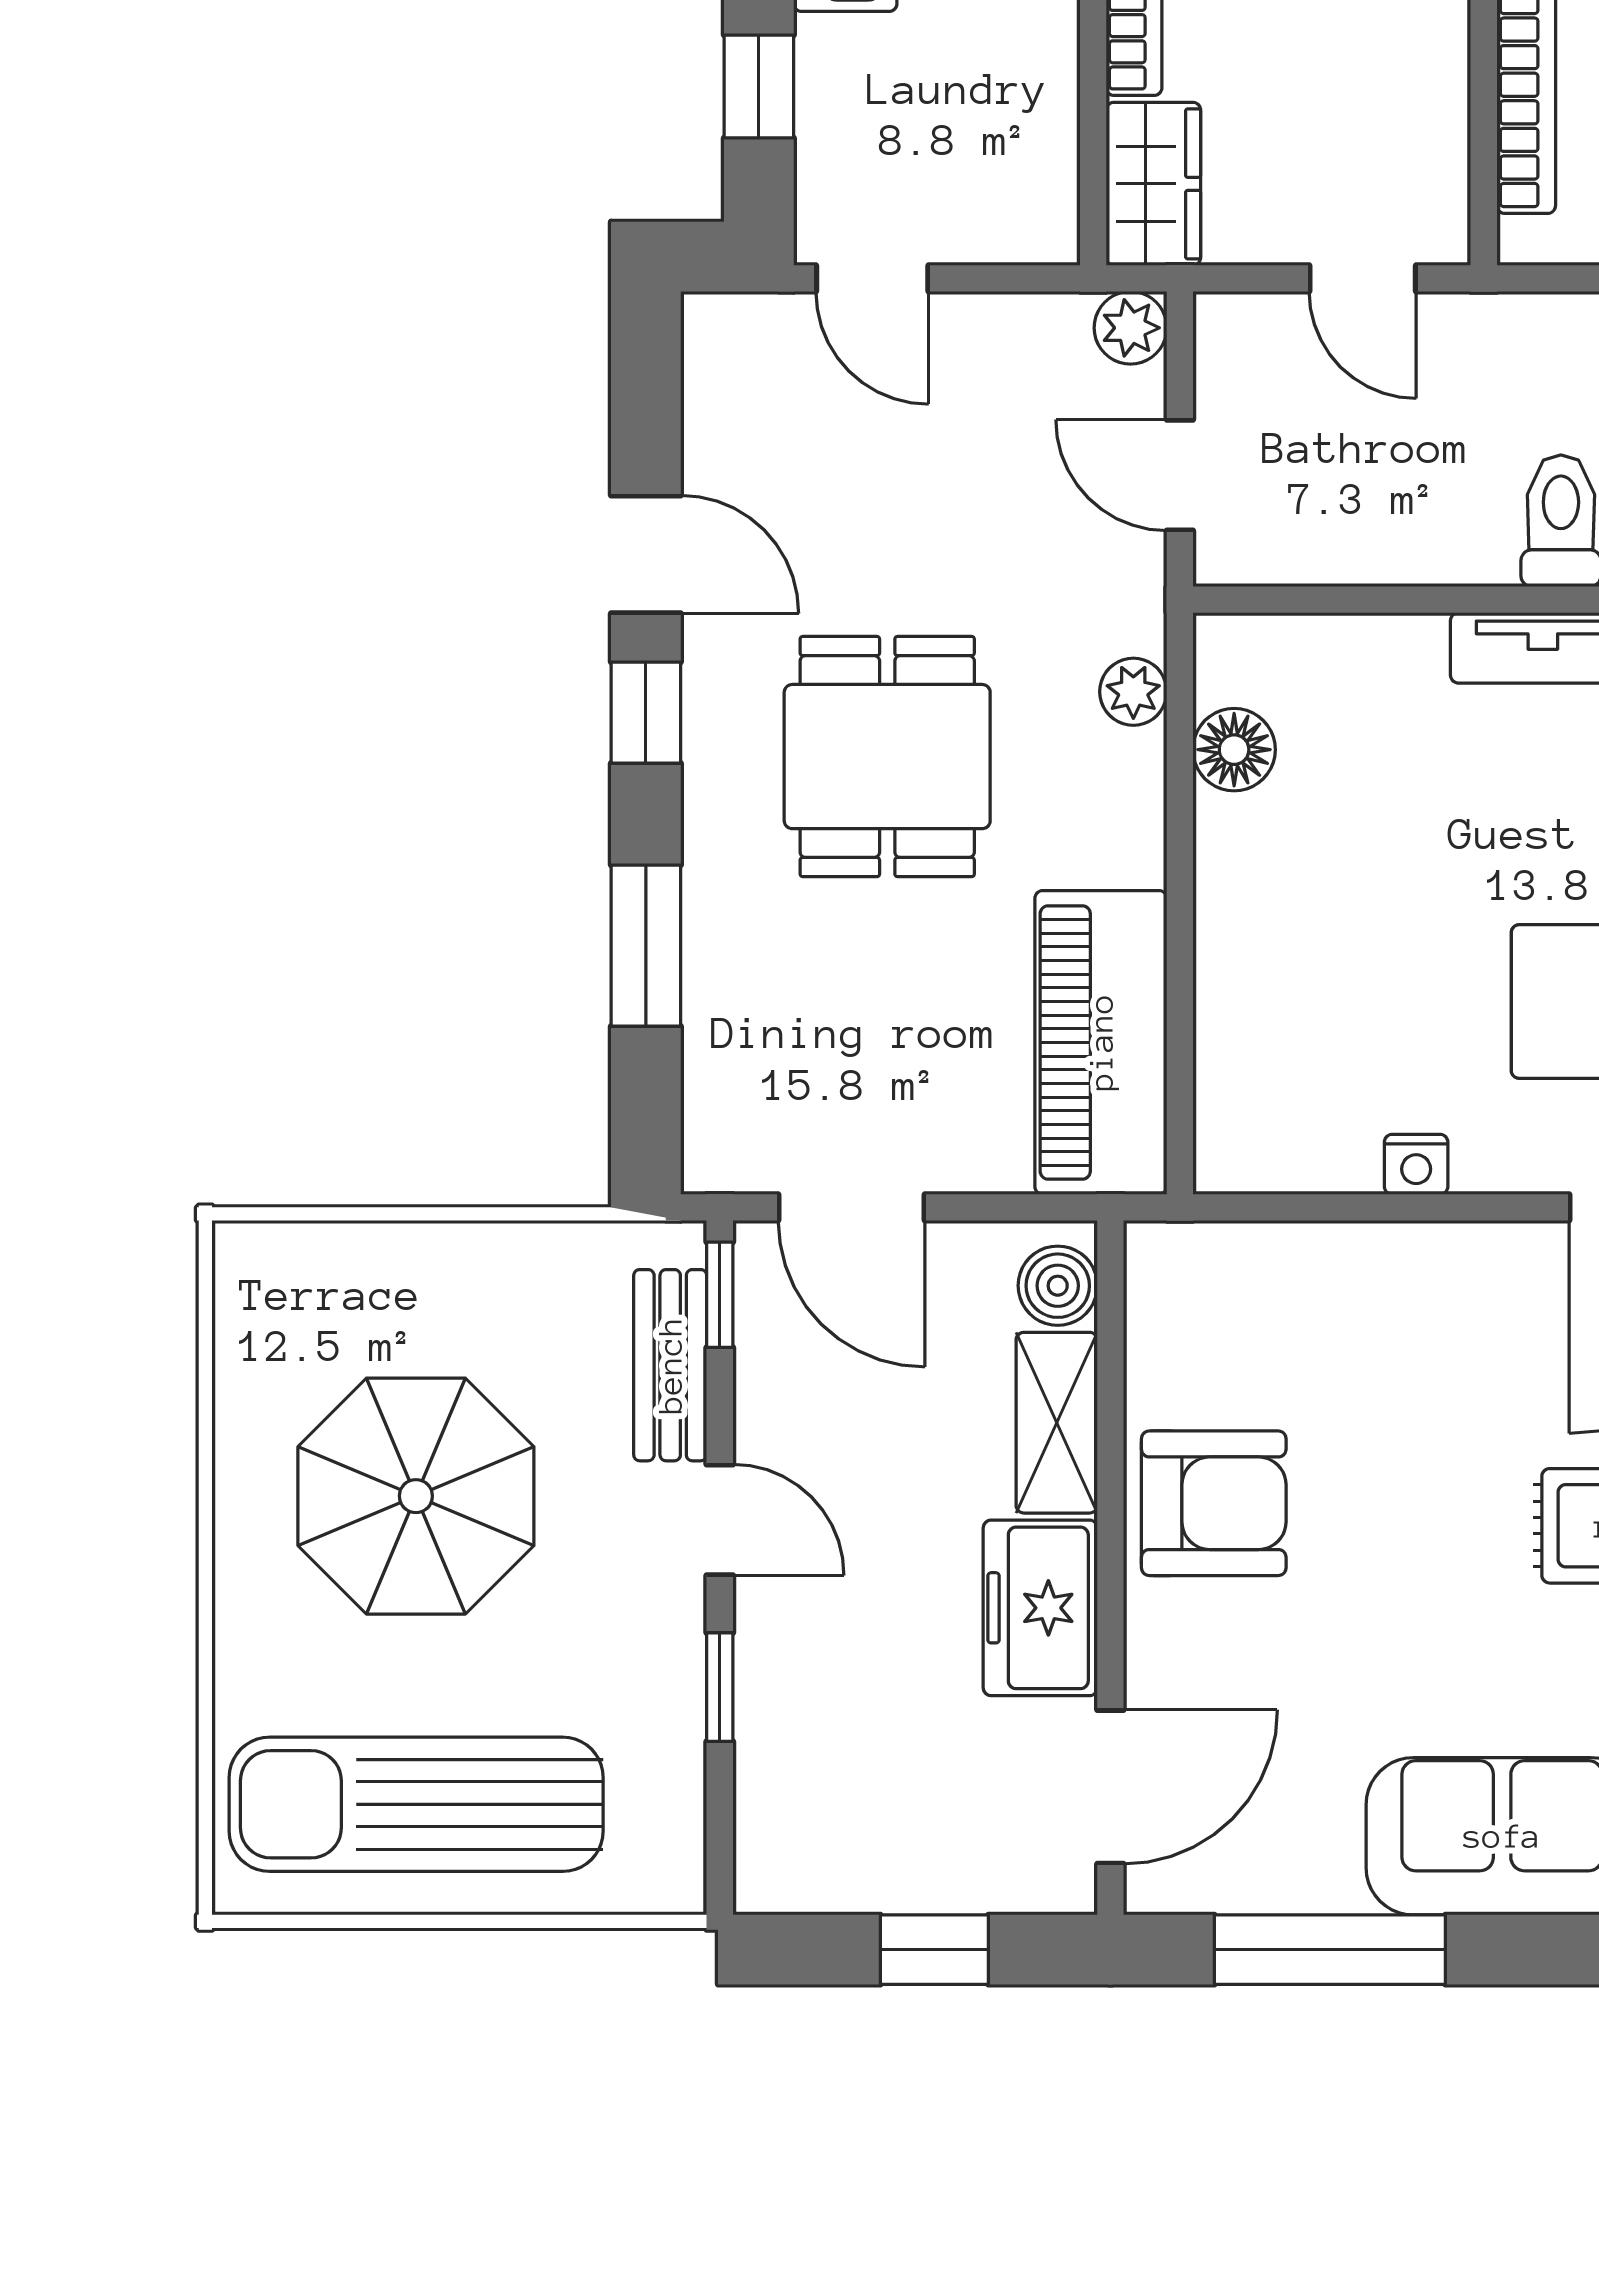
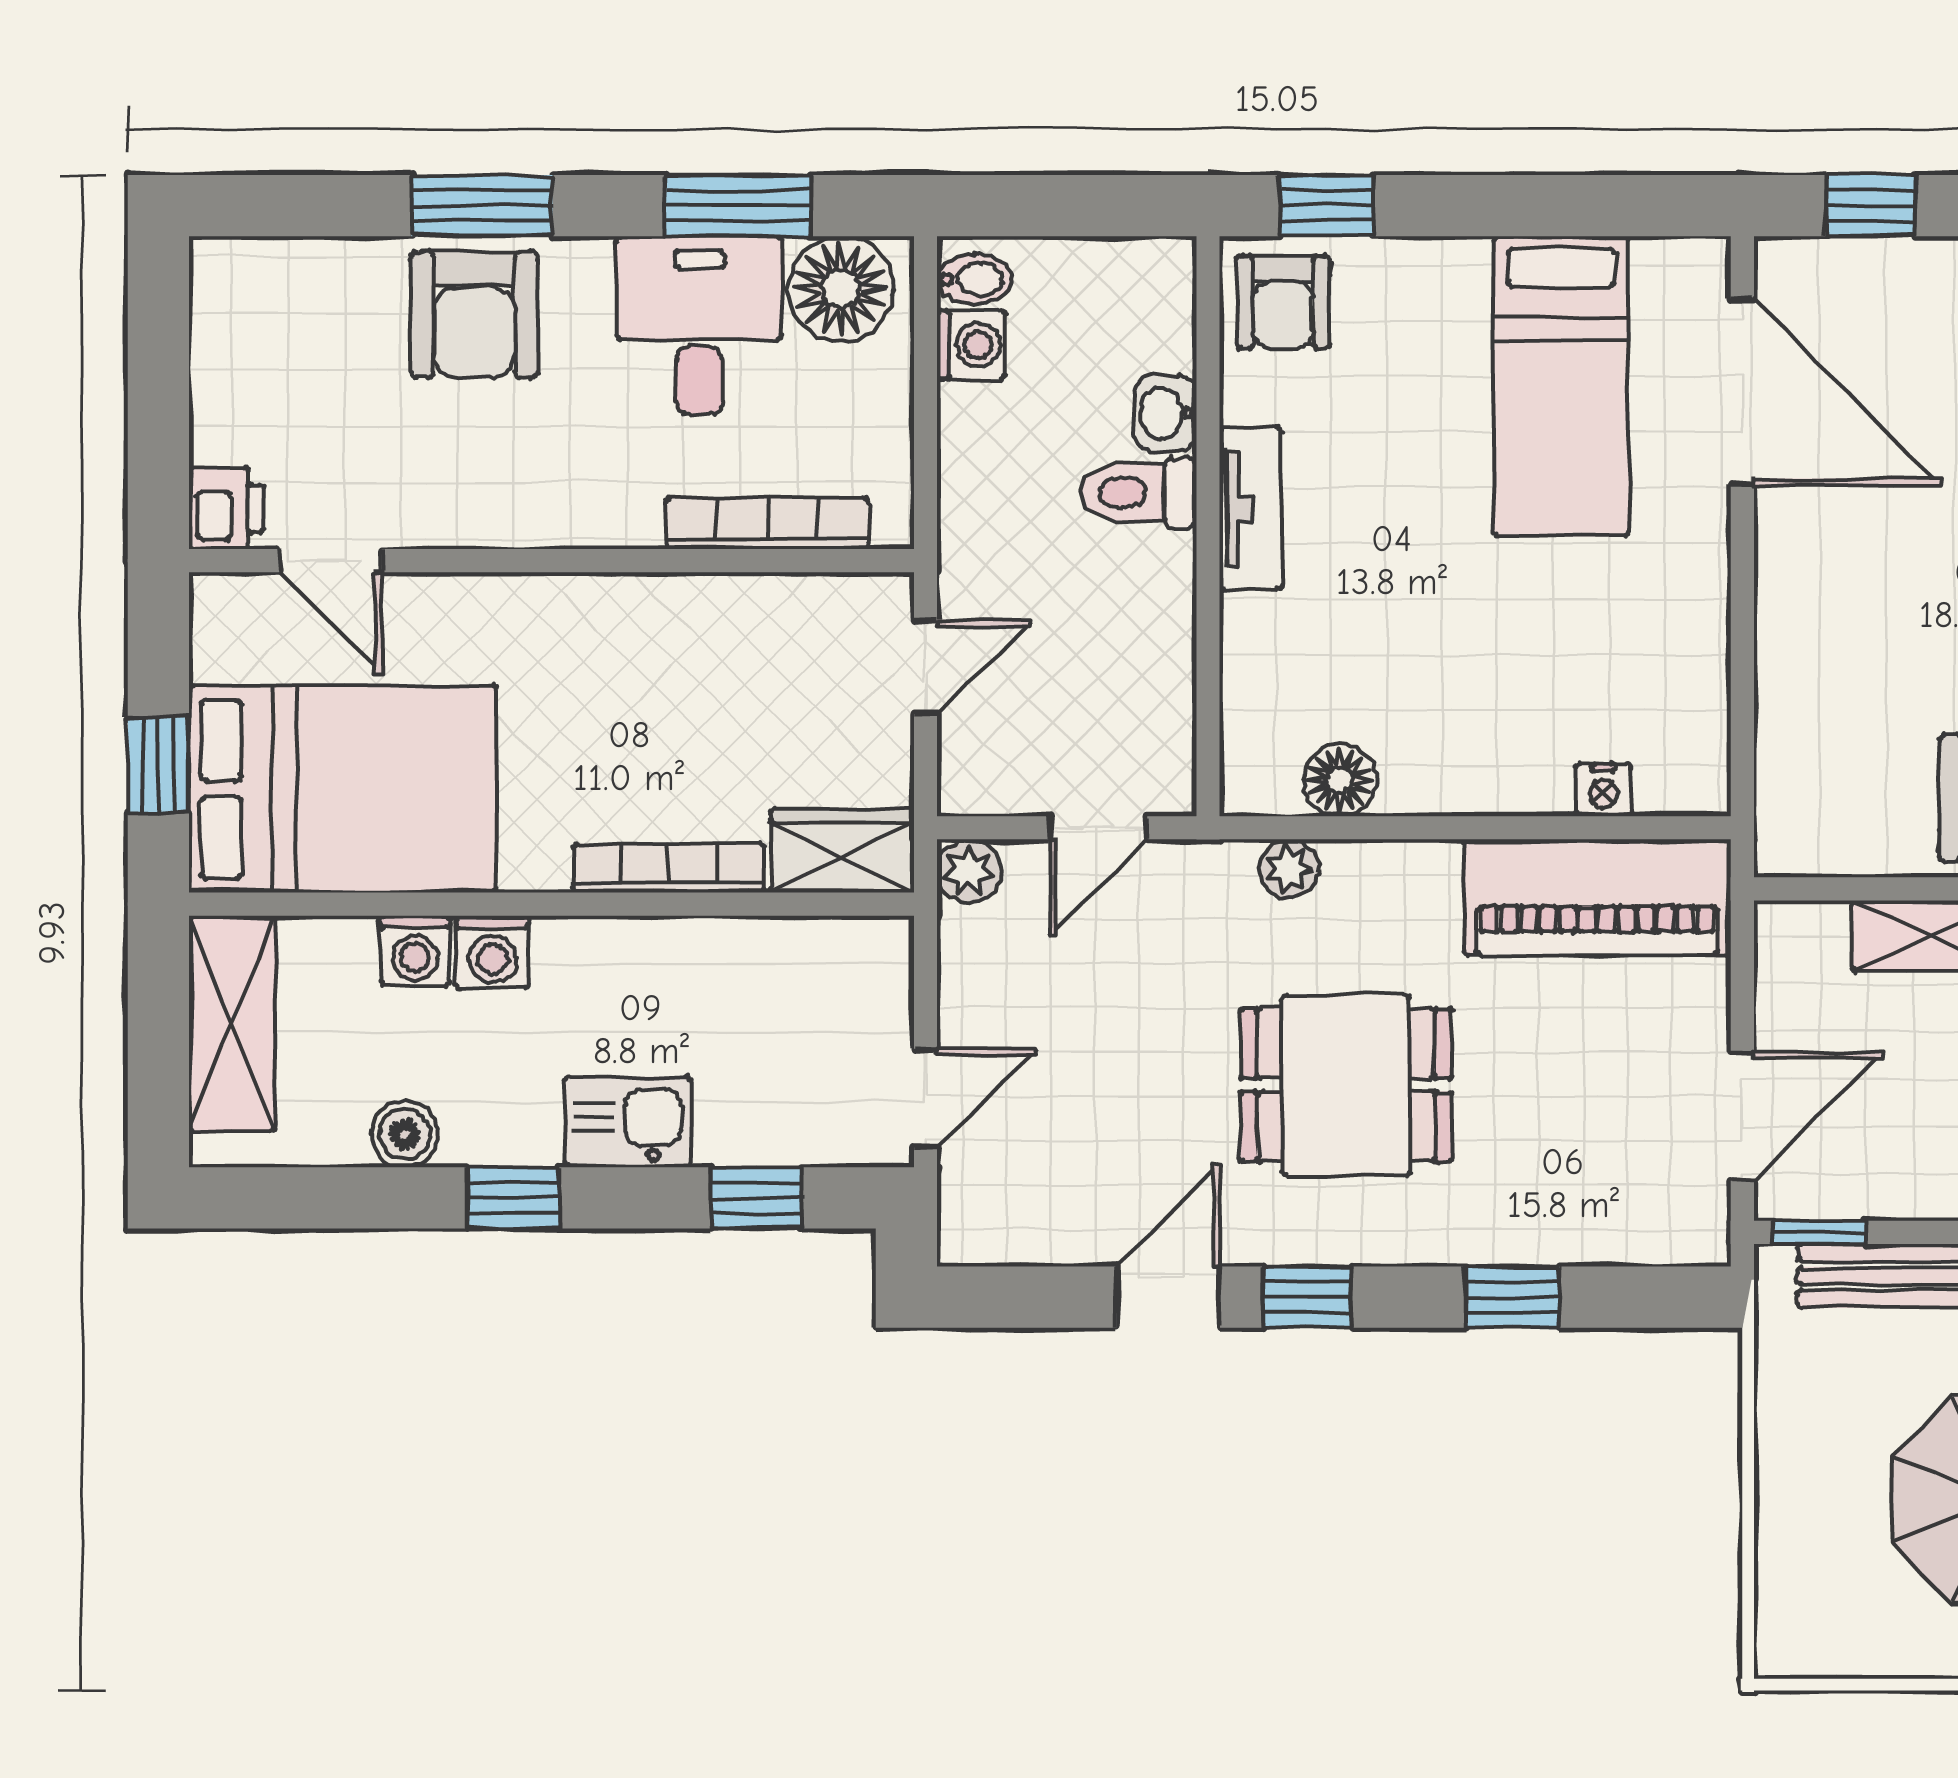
window: (646, 946) -> (1512, 1297), width x0.67
nightstand: (1416, 1164) -> (1603, 790), moved, turned 90
boiler: (1058, 1286) -> (1811, 935), removed

